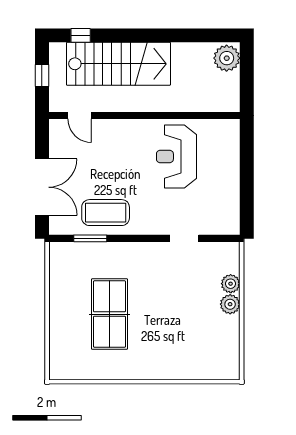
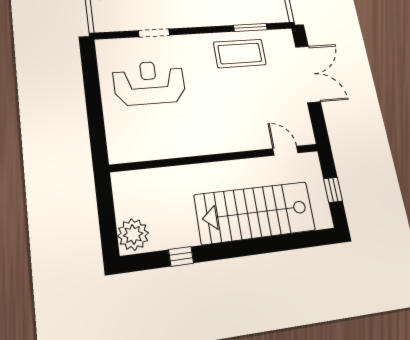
window: (81, 35) -> (181, 256), moved
reception desk: (176, 157) -> (149, 83), moved, turned -90
double door: (42, 187) -> (308, 74), swing flipped

